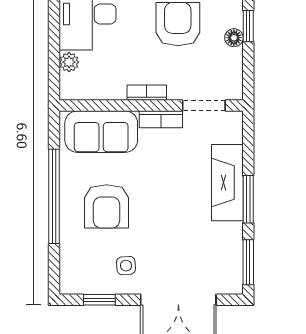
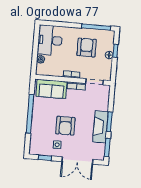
fireplace: (227, 183) -> (100, 127), moved
armchair: (107, 206) -> (65, 126), moved

